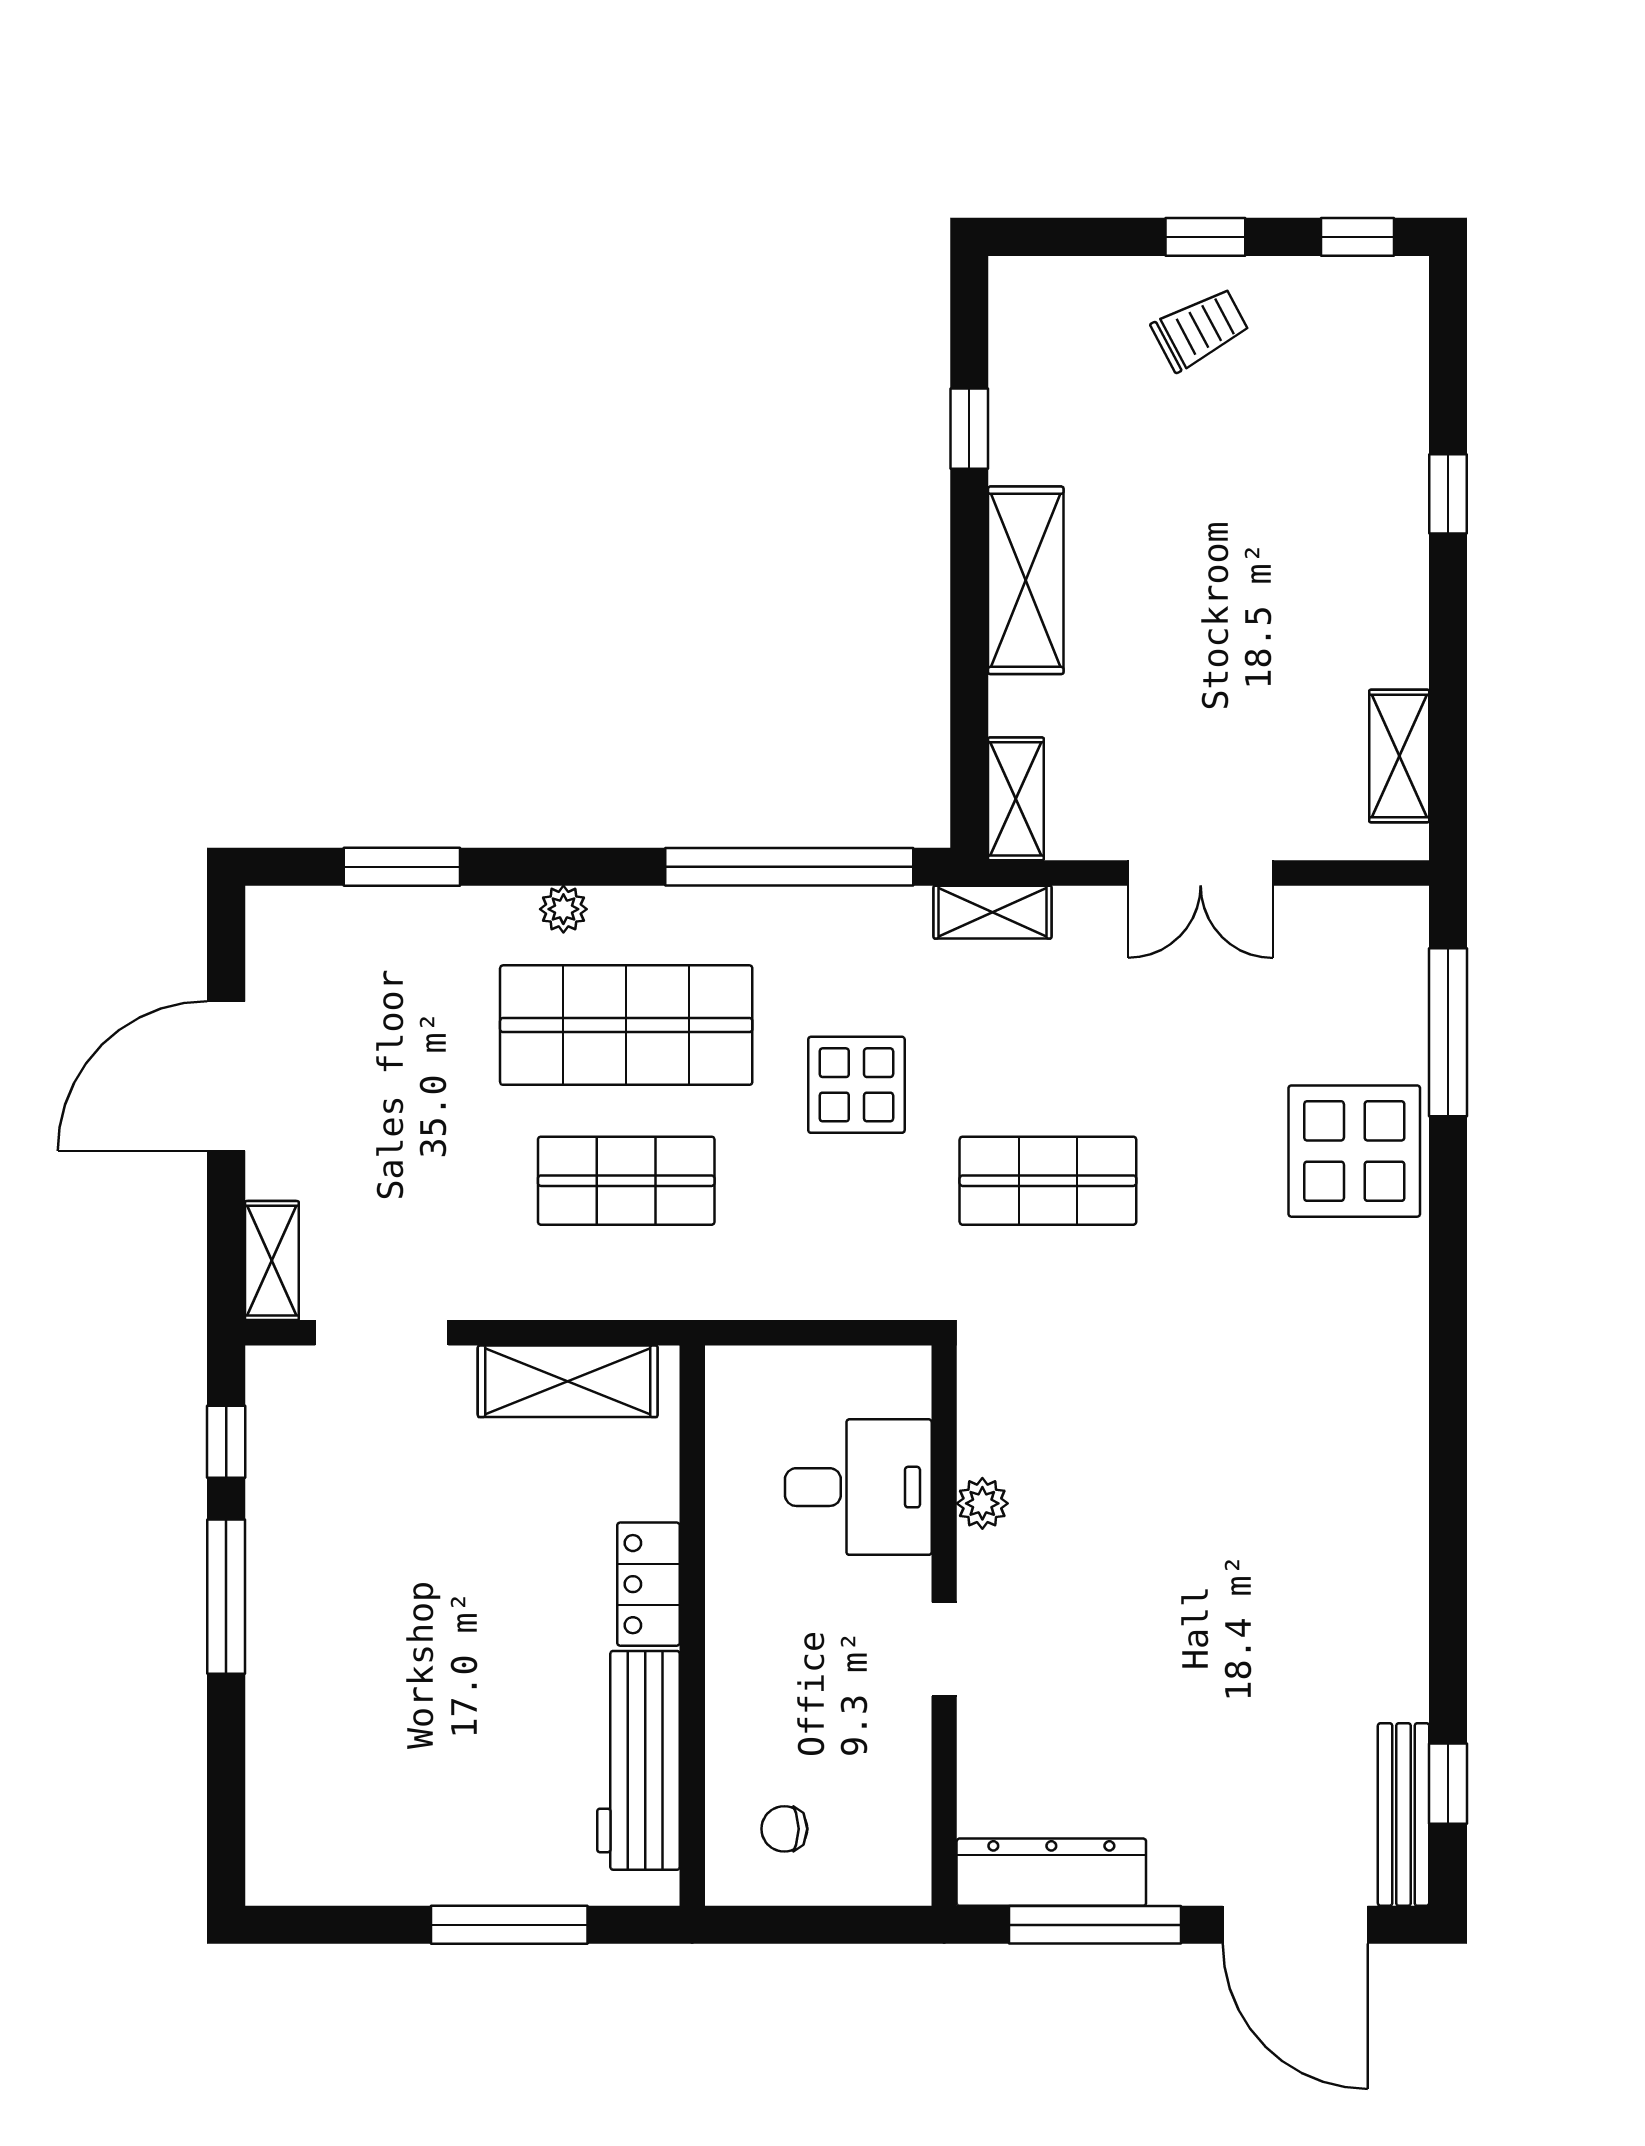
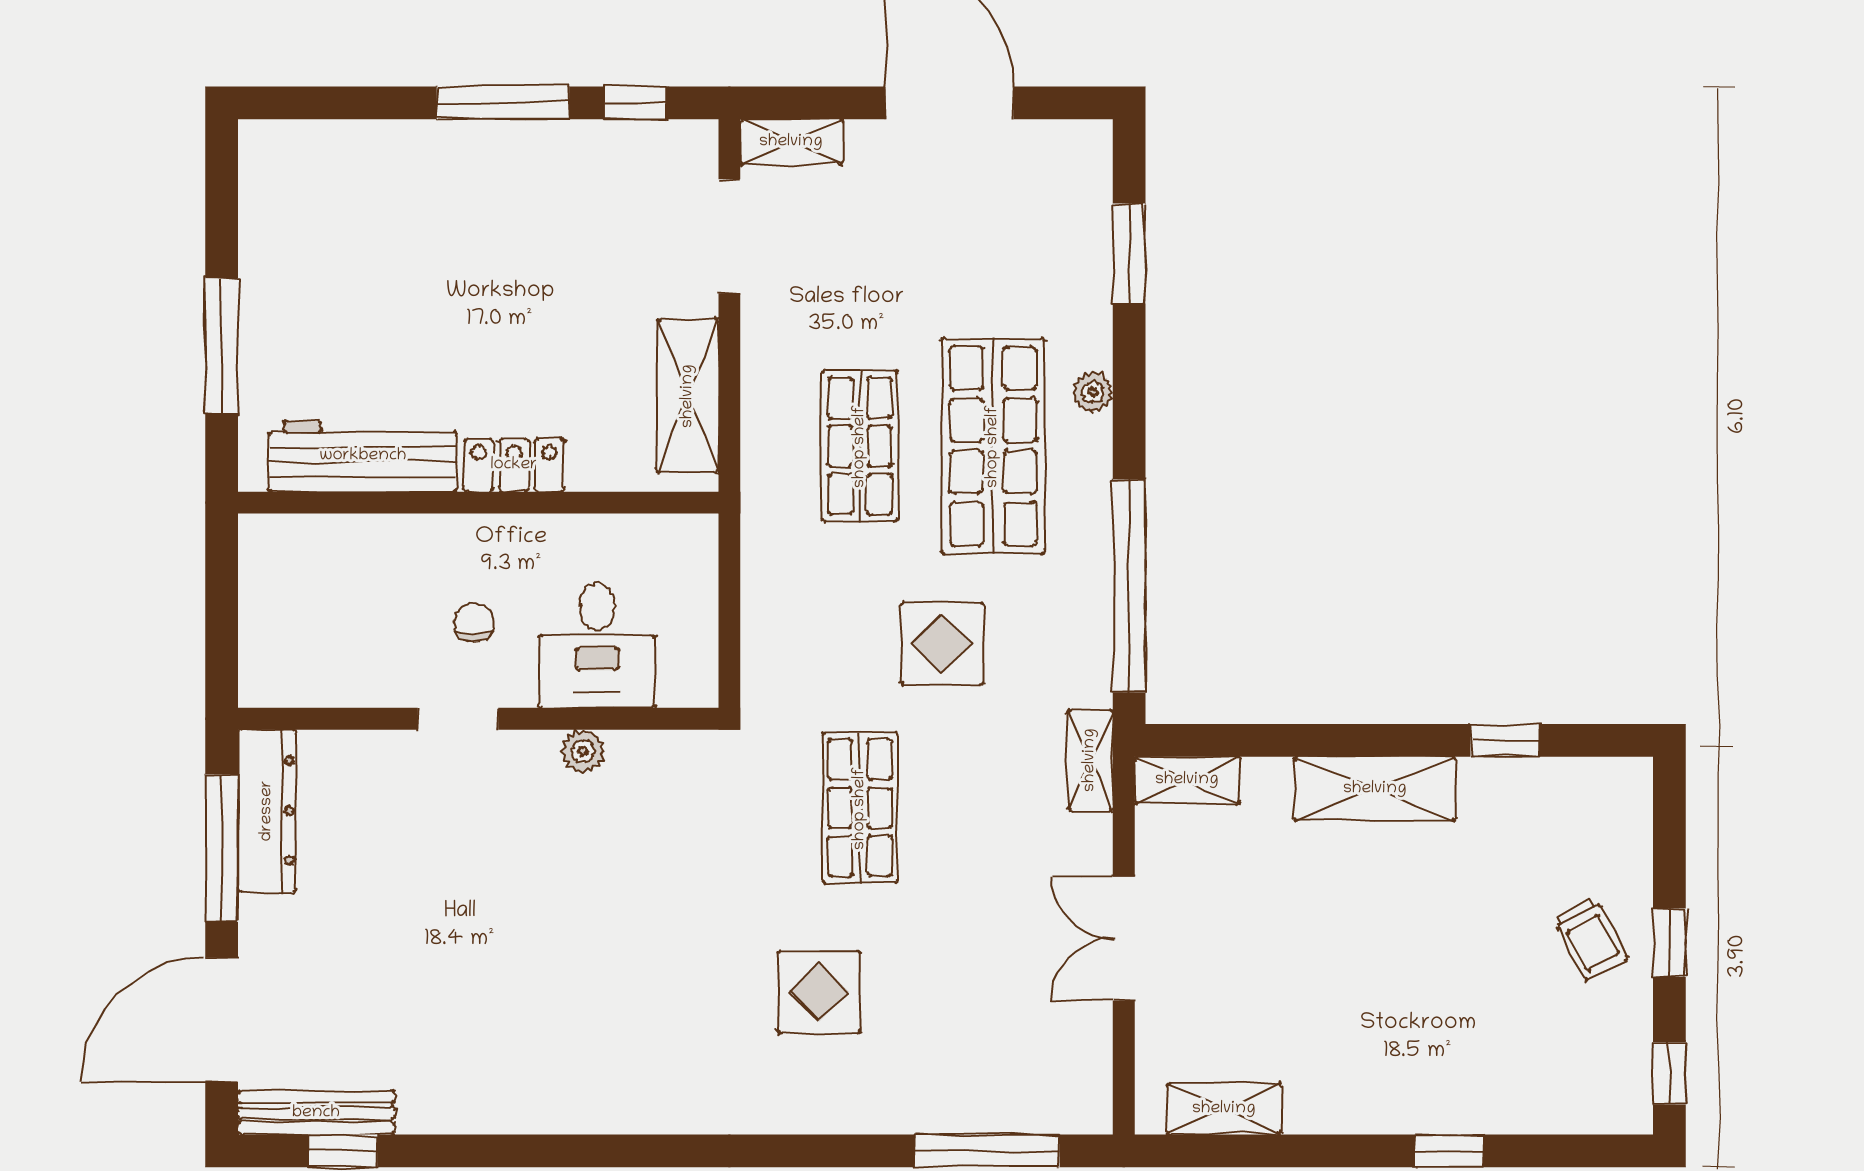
display table: (1354, 1151) -> (819, 992), moved, width x0.73, depth x0.73
chair: (784, 1829) -> (474, 623), moved

